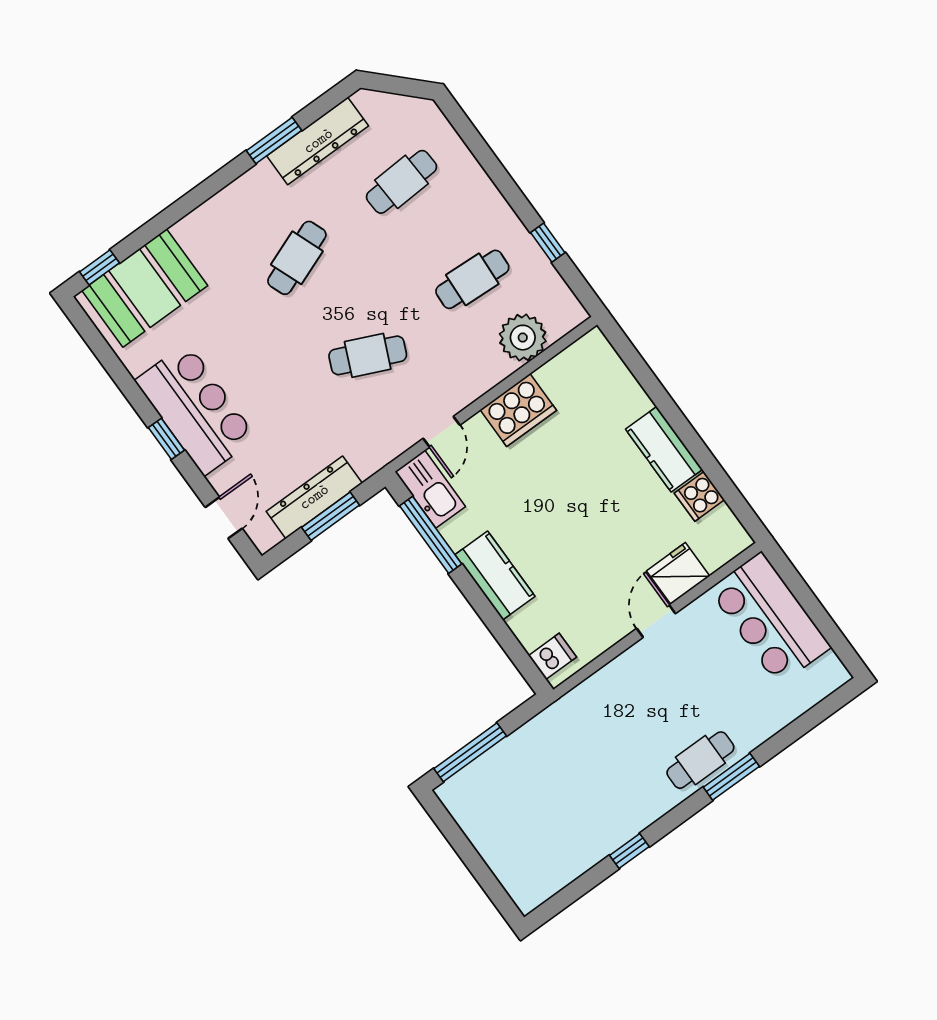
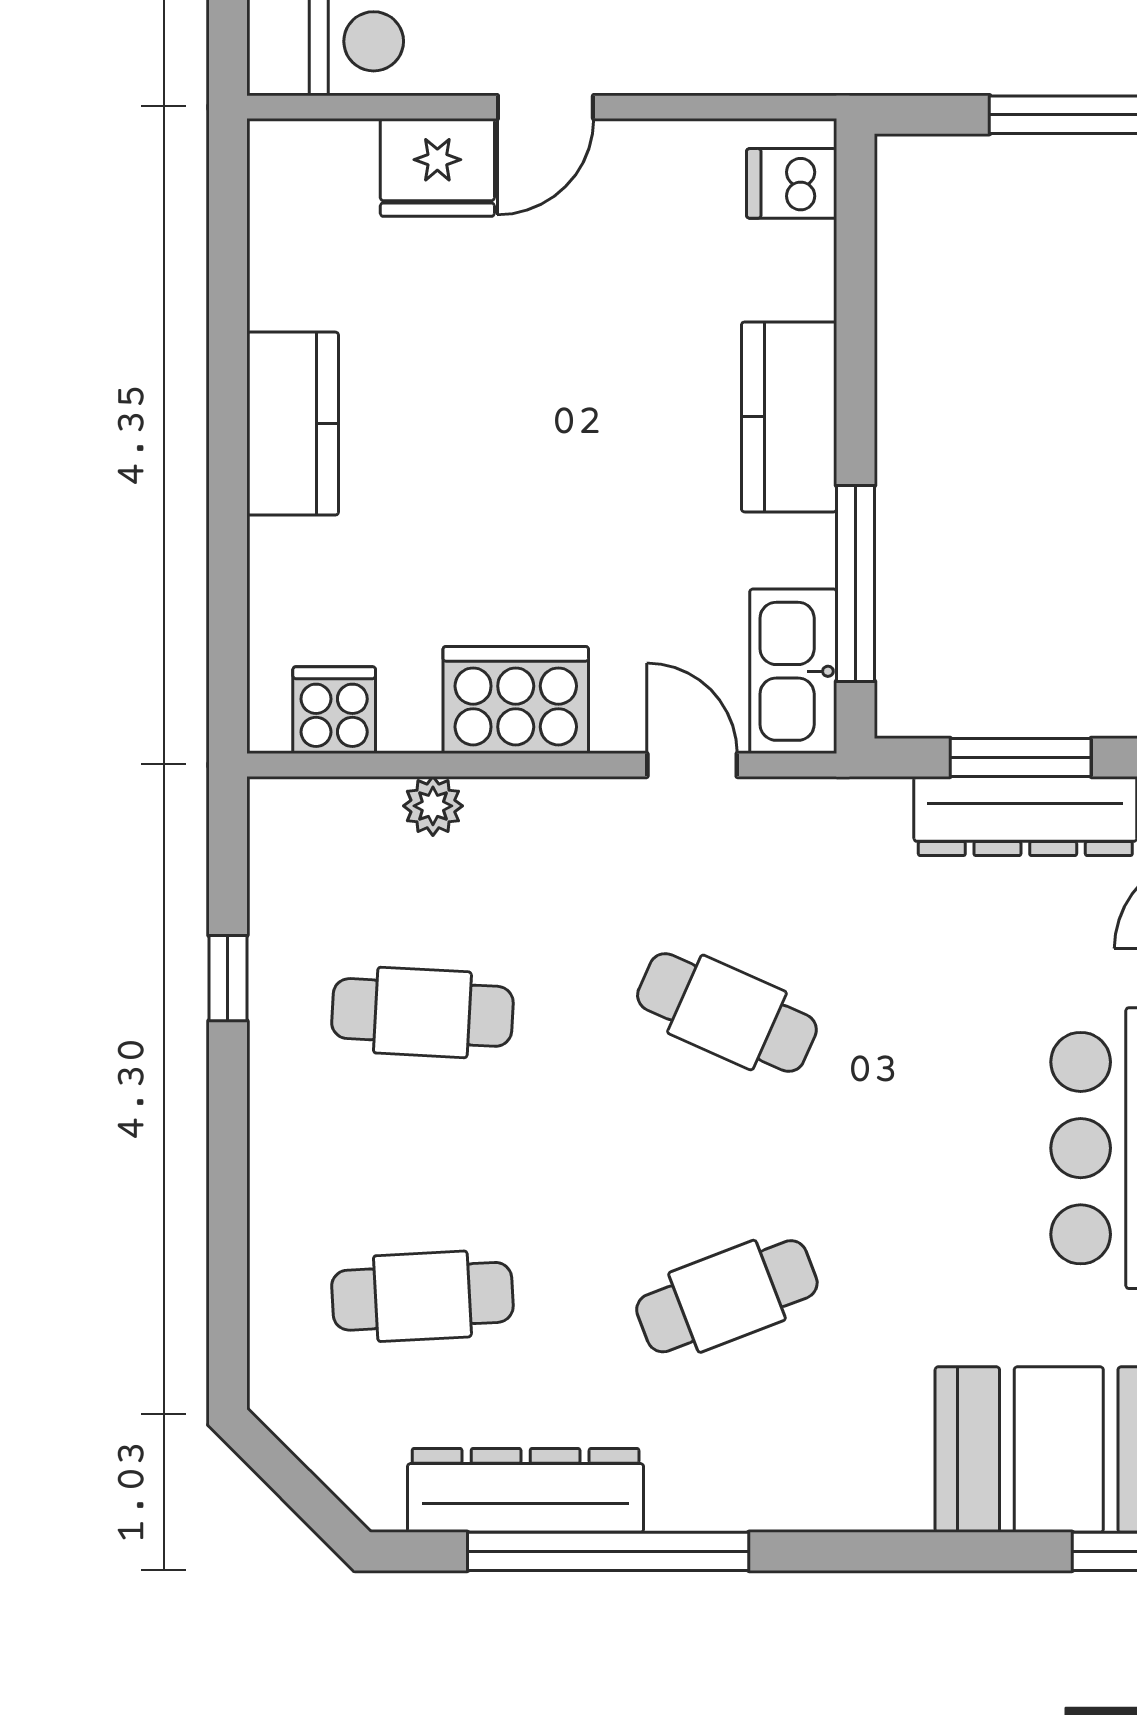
window: (274, 141) -> (608, 1551), width x2.11
plant: (523, 338) -> (433, 806), width x0.53, depth x0.53
door: (442, 432) -> (692, 765), hinge flipped
cooker: (699, 496) -> (334, 710), moved, turned -90

